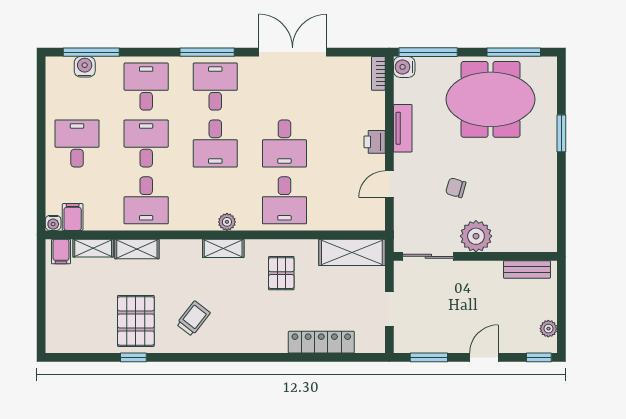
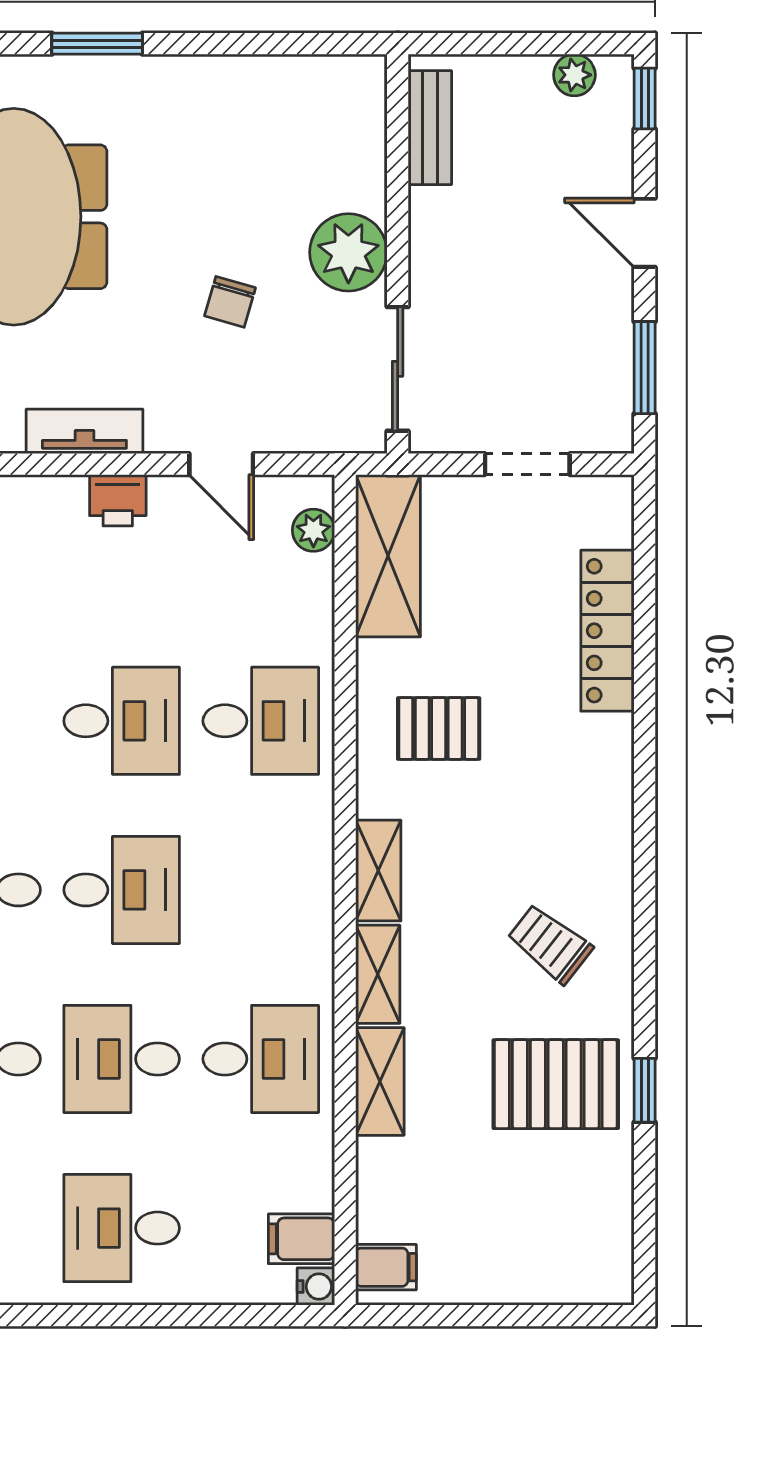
plant: (227, 222) -> (313, 530), moved
shelving: (93, 248) -> (378, 974), moved

